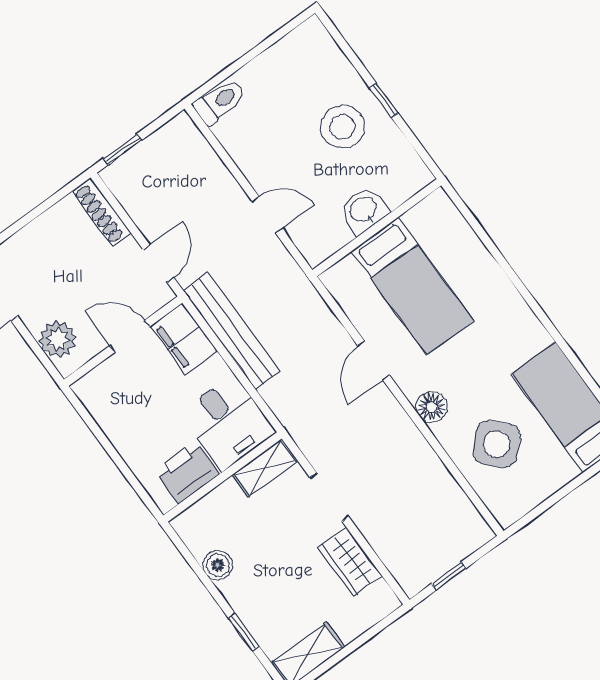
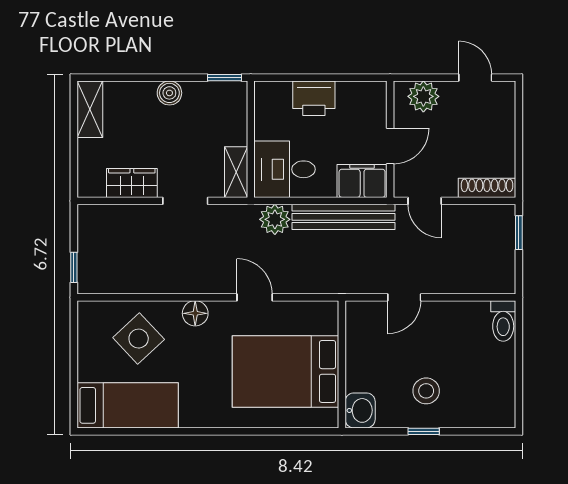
stool: (343, 127) -> (426, 391), width x0.73, depth x0.73
washbasin: (364, 210) -> (360, 410), moved
bed: (412, 286) -> (285, 371), width x1.50
plant: (283, 396) -> (275, 219), added
printer: (187, 472) -> (314, 98), moved, turned 90
boiler: (218, 565) -> (169, 93), moved
window: (449, 576) -> (74, 267), moved
window: (244, 632) -> (225, 78), moved

